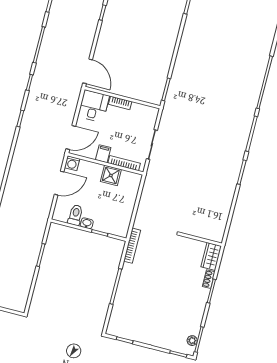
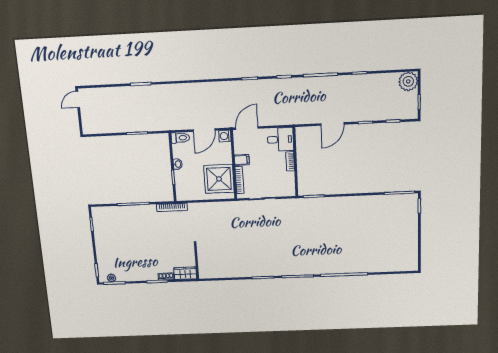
door: (88, 71) -> (332, 124), moved
door: (71, 137) -> (247, 128), swing flipped
shower: (111, 175) -> (219, 179), width x1.86, depth x1.86
door: (59, 183) -> (204, 130), hinge flipped
toilet: (75, 215) -> (180, 138), moved

